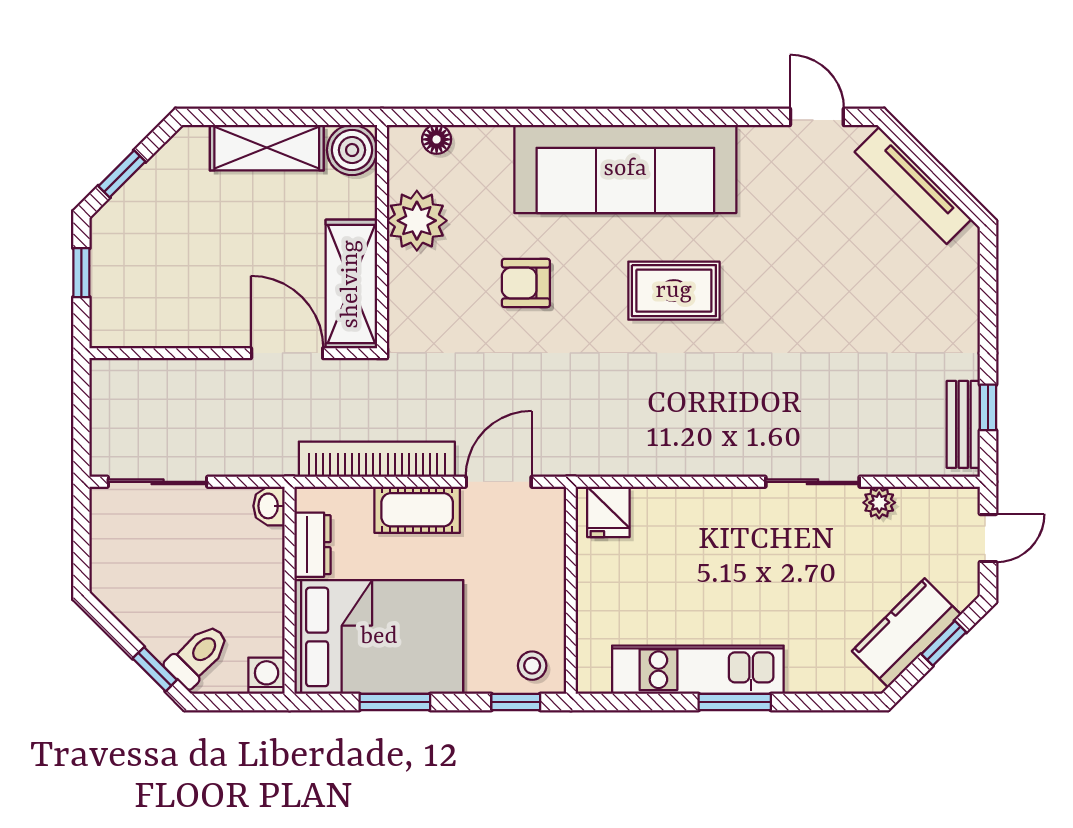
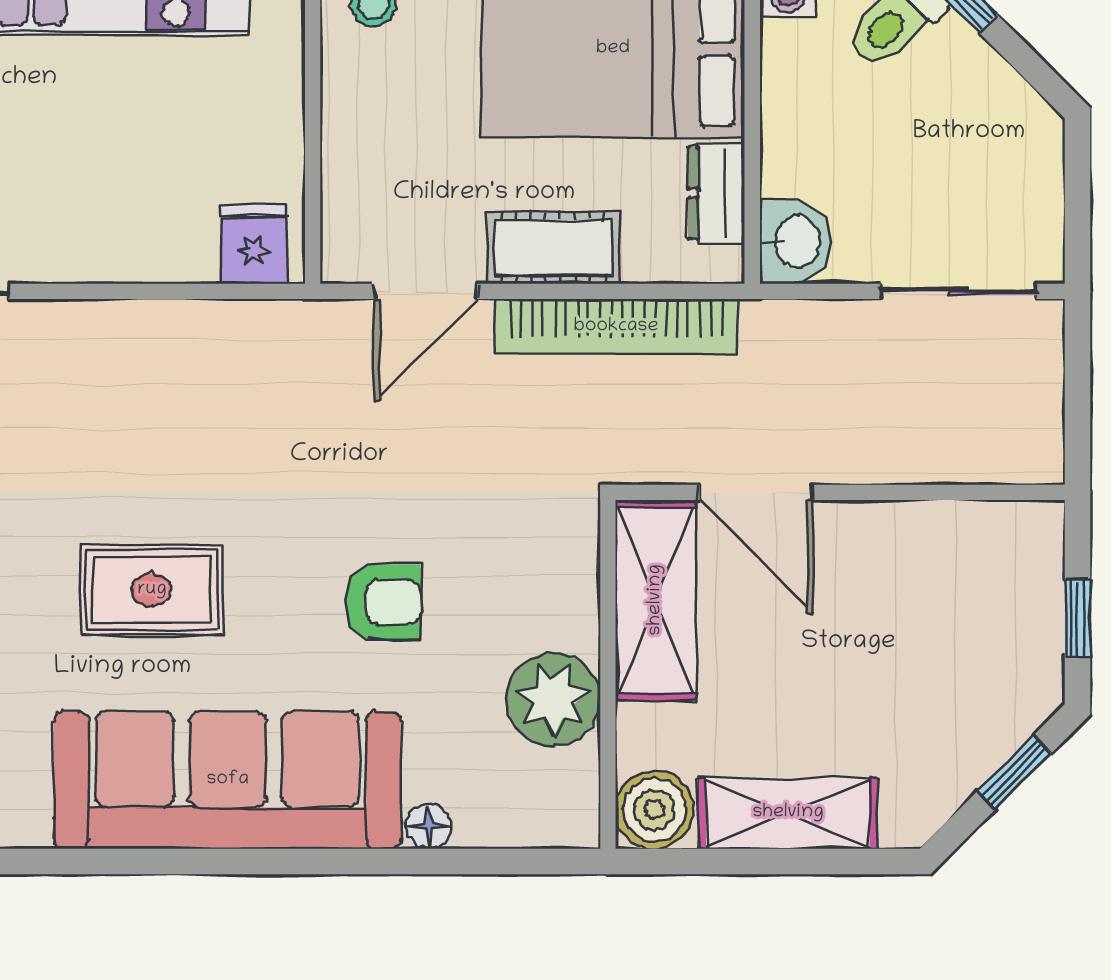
floor lamp: (437, 139) -> (429, 826), moved
washbasin: (269, 506) -> (795, 242), width x1.38, depth x1.45

